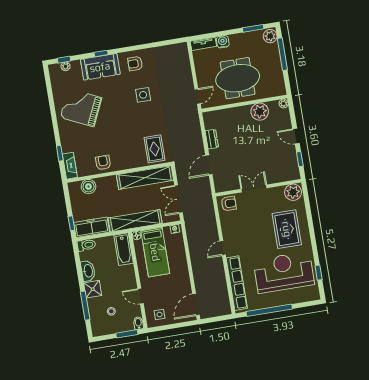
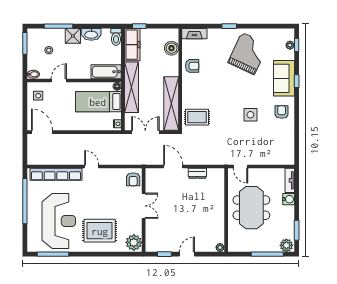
plant: (260, 112) -> (216, 223), removed
window: (60, 153) -> (229, 26), moved
window: (319, 273) -> (53, 254), width x2.17
window: (127, 334) -> (25, 43), moved

